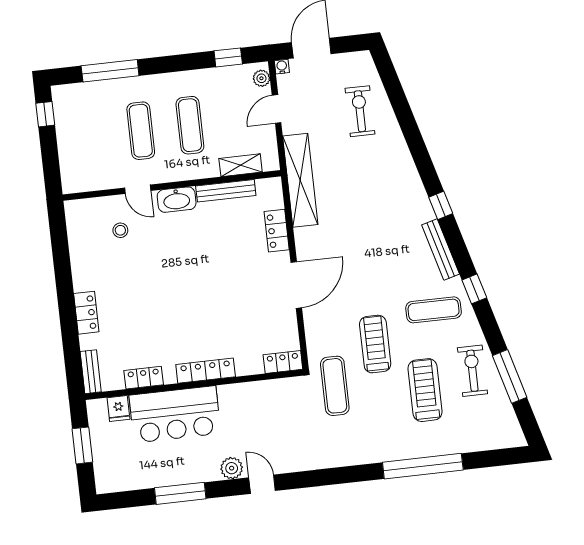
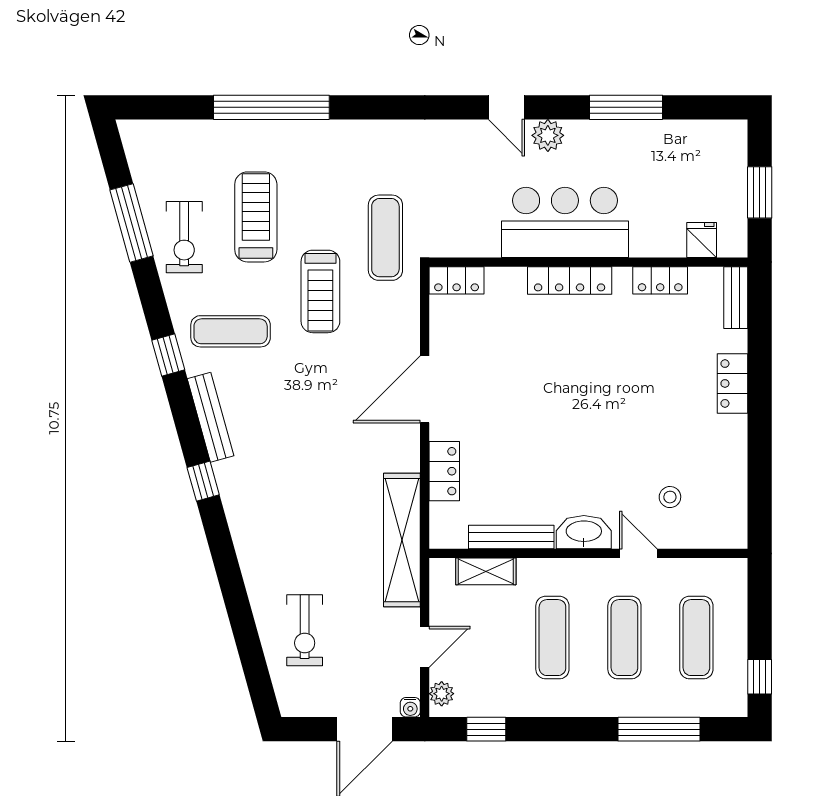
exercise mat: (92, 136) -> (696, 638), added
treadmill: (425, 390) -> (256, 217), turned 180
bar counter: (175, 414) -> (565, 222), moved

